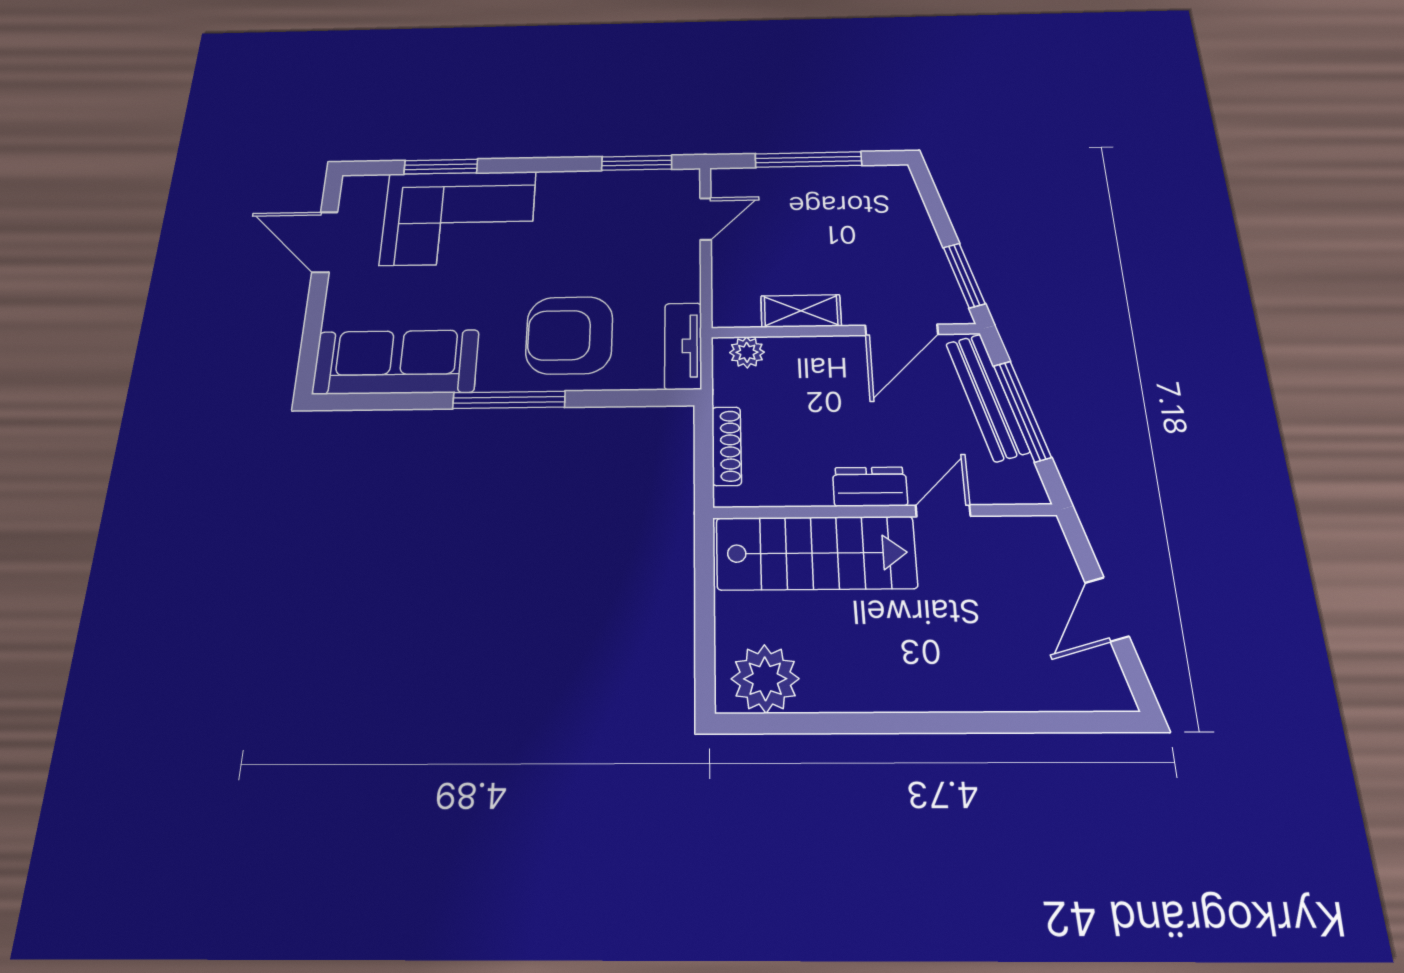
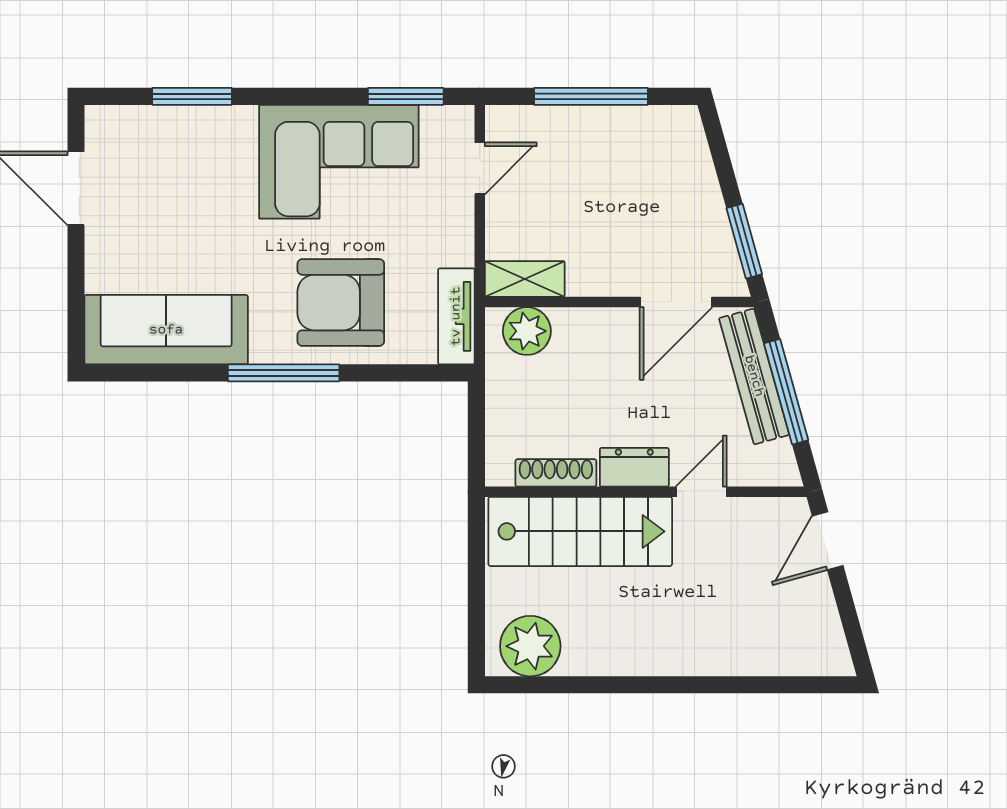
corner sofa: (459, 218) -> (339, 162), moved
shelving: (801, 311) -> (525, 279), moved
plant: (747, 352) -> (527, 331), width x1.38, depth x1.38
shoe rack: (726, 446) -> (556, 473), moved, turned -90
door: (1107, 609) -> (828, 541), moved

